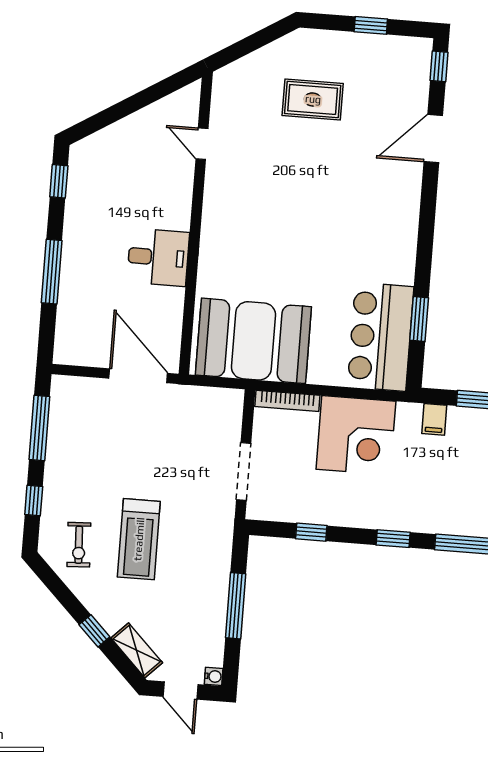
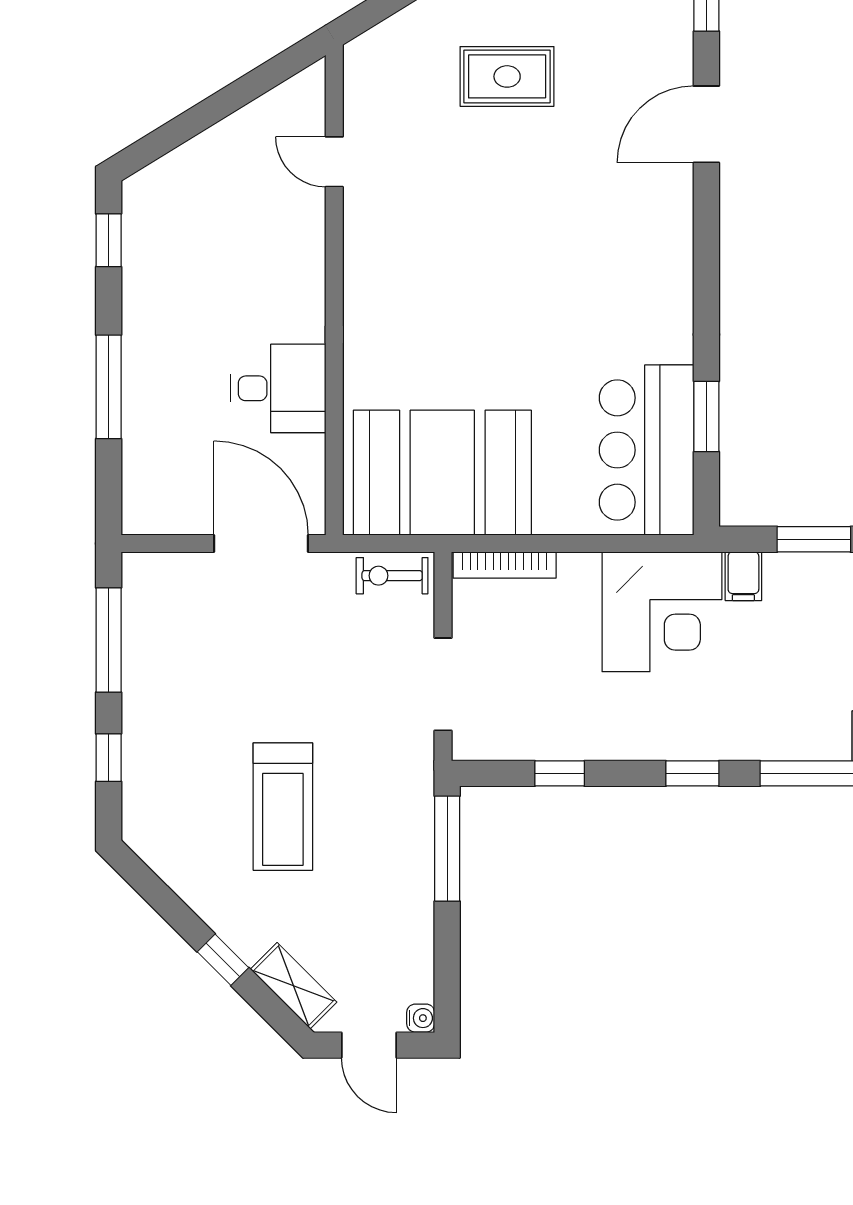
desk: (158, 257) -> (278, 388), moved
corner desk: (356, 435) -> (662, 612), moved
exercise bike: (79, 545) -> (392, 576), moved, turned 93
window: (236, 606) -> (447, 849), moved

